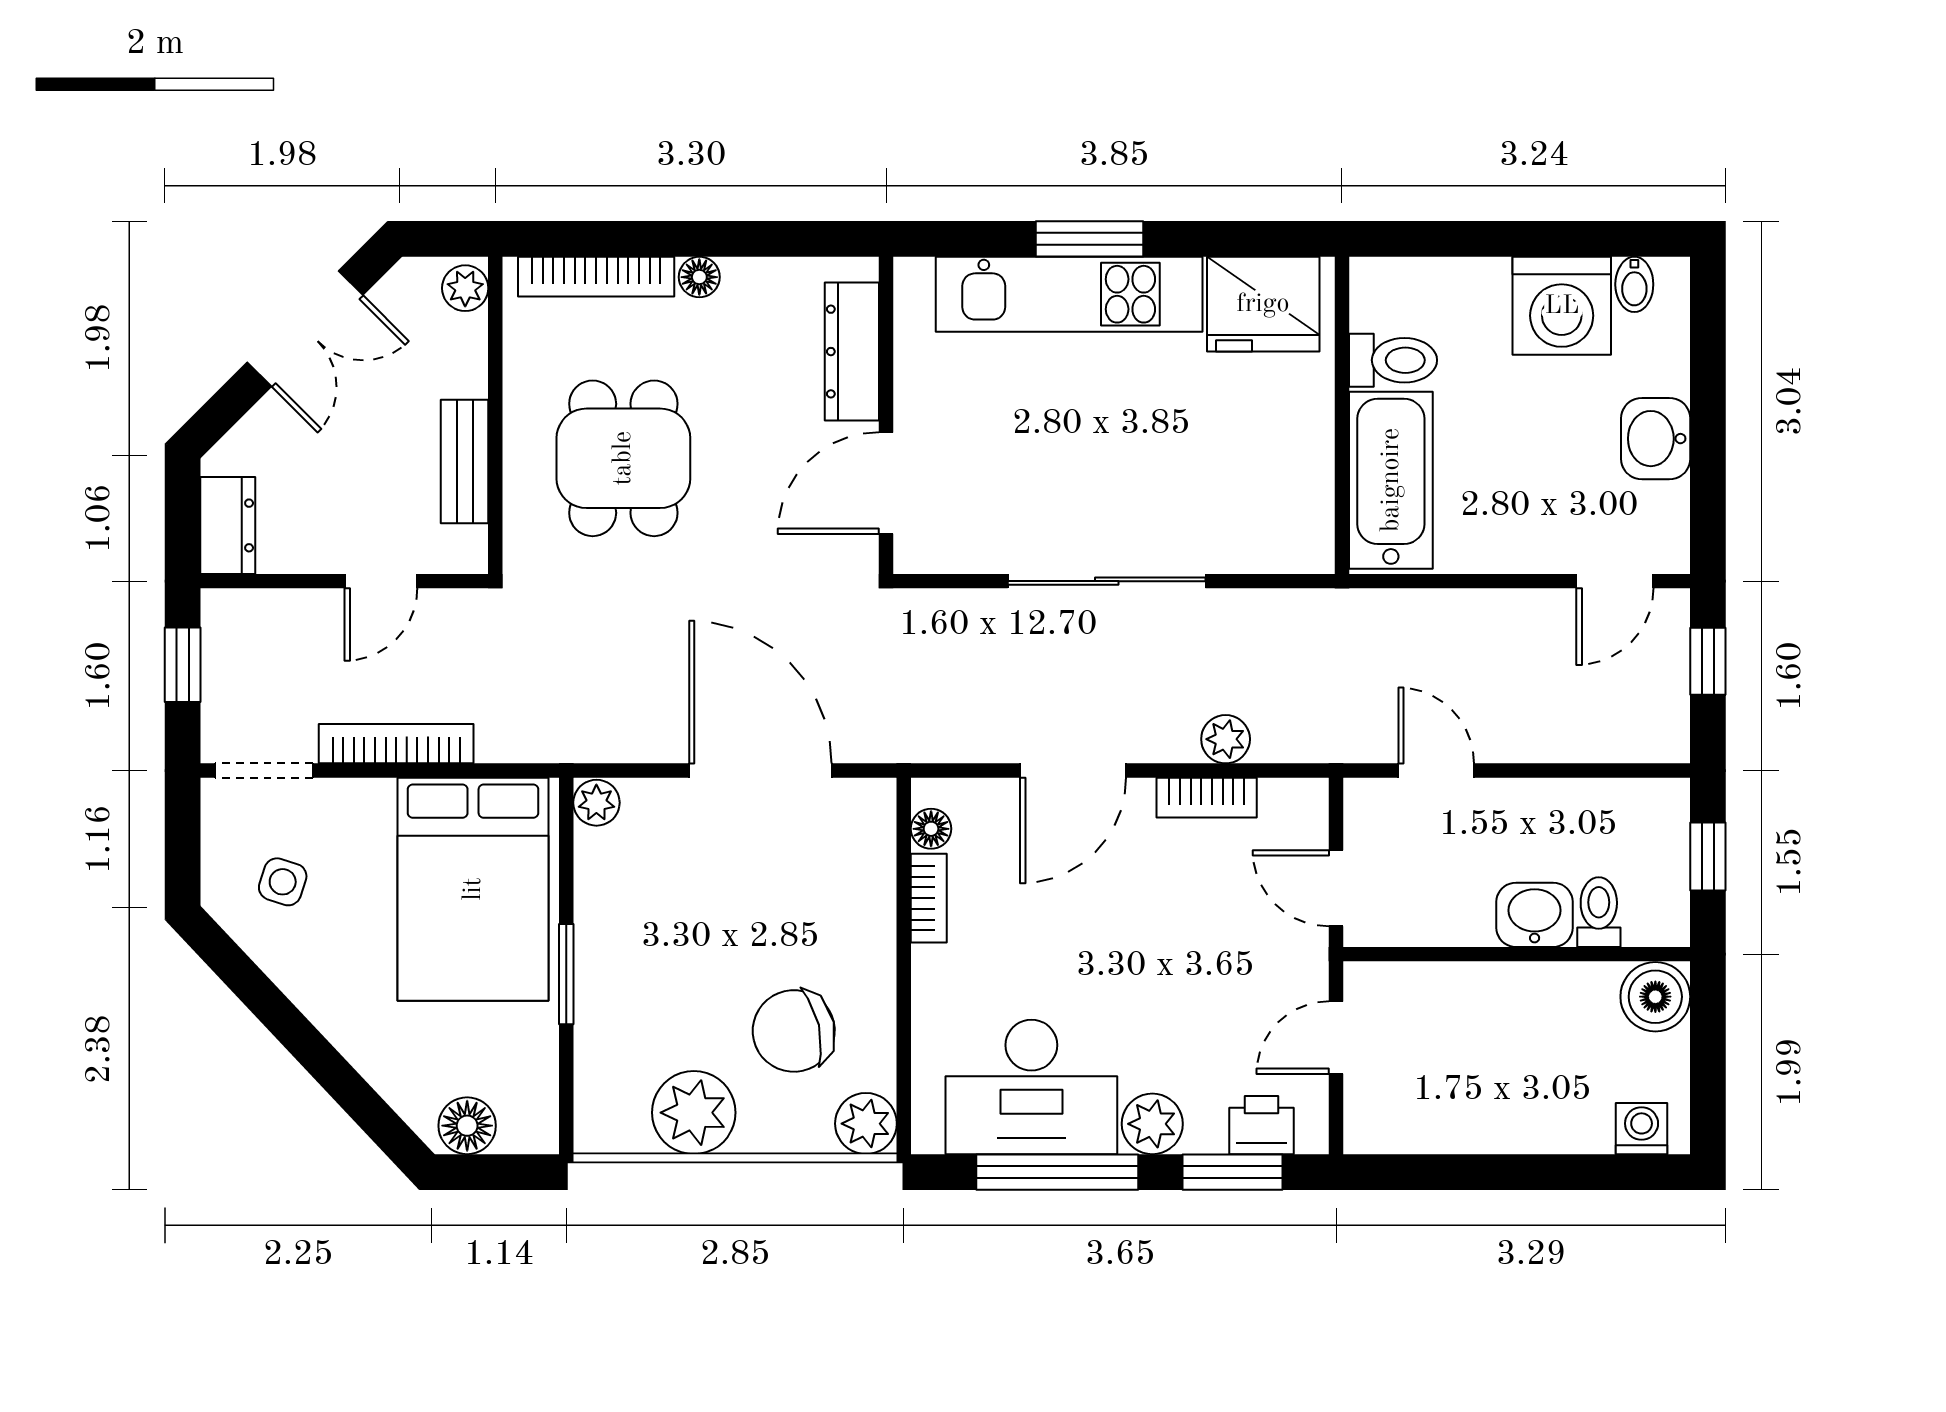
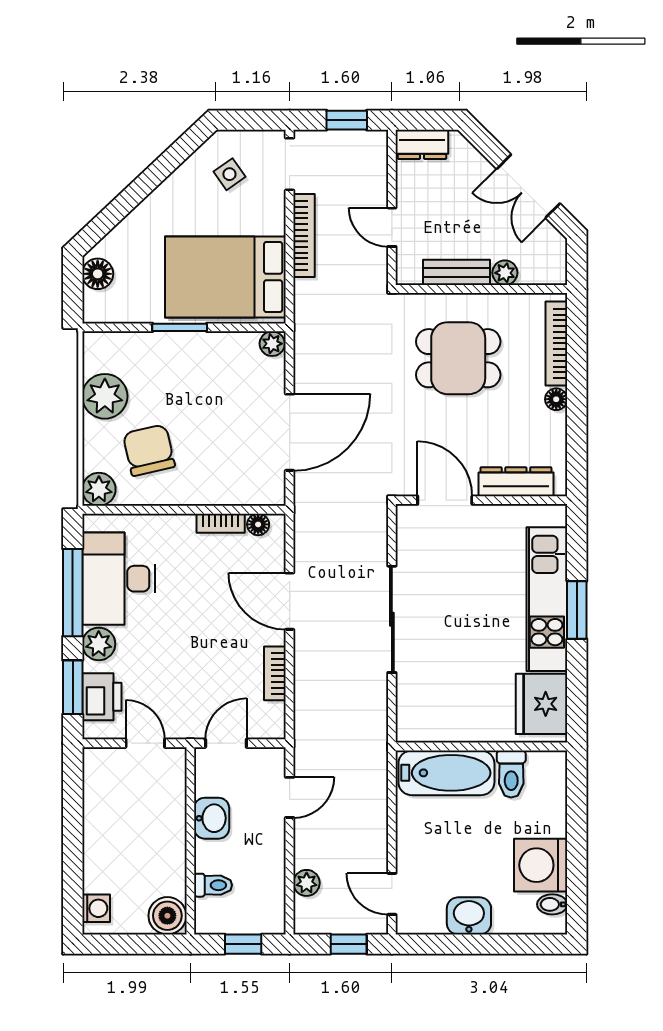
plant: (465, 288) -> (505, 273), moved
plant: (1226, 739) -> (307, 883), moved
side table: (283, 882) -> (229, 174), turned 37
washbasin: (1535, 915) -> (212, 818), moved
printer: (1261, 1125) -> (102, 697), width x1.36, depth x1.24

